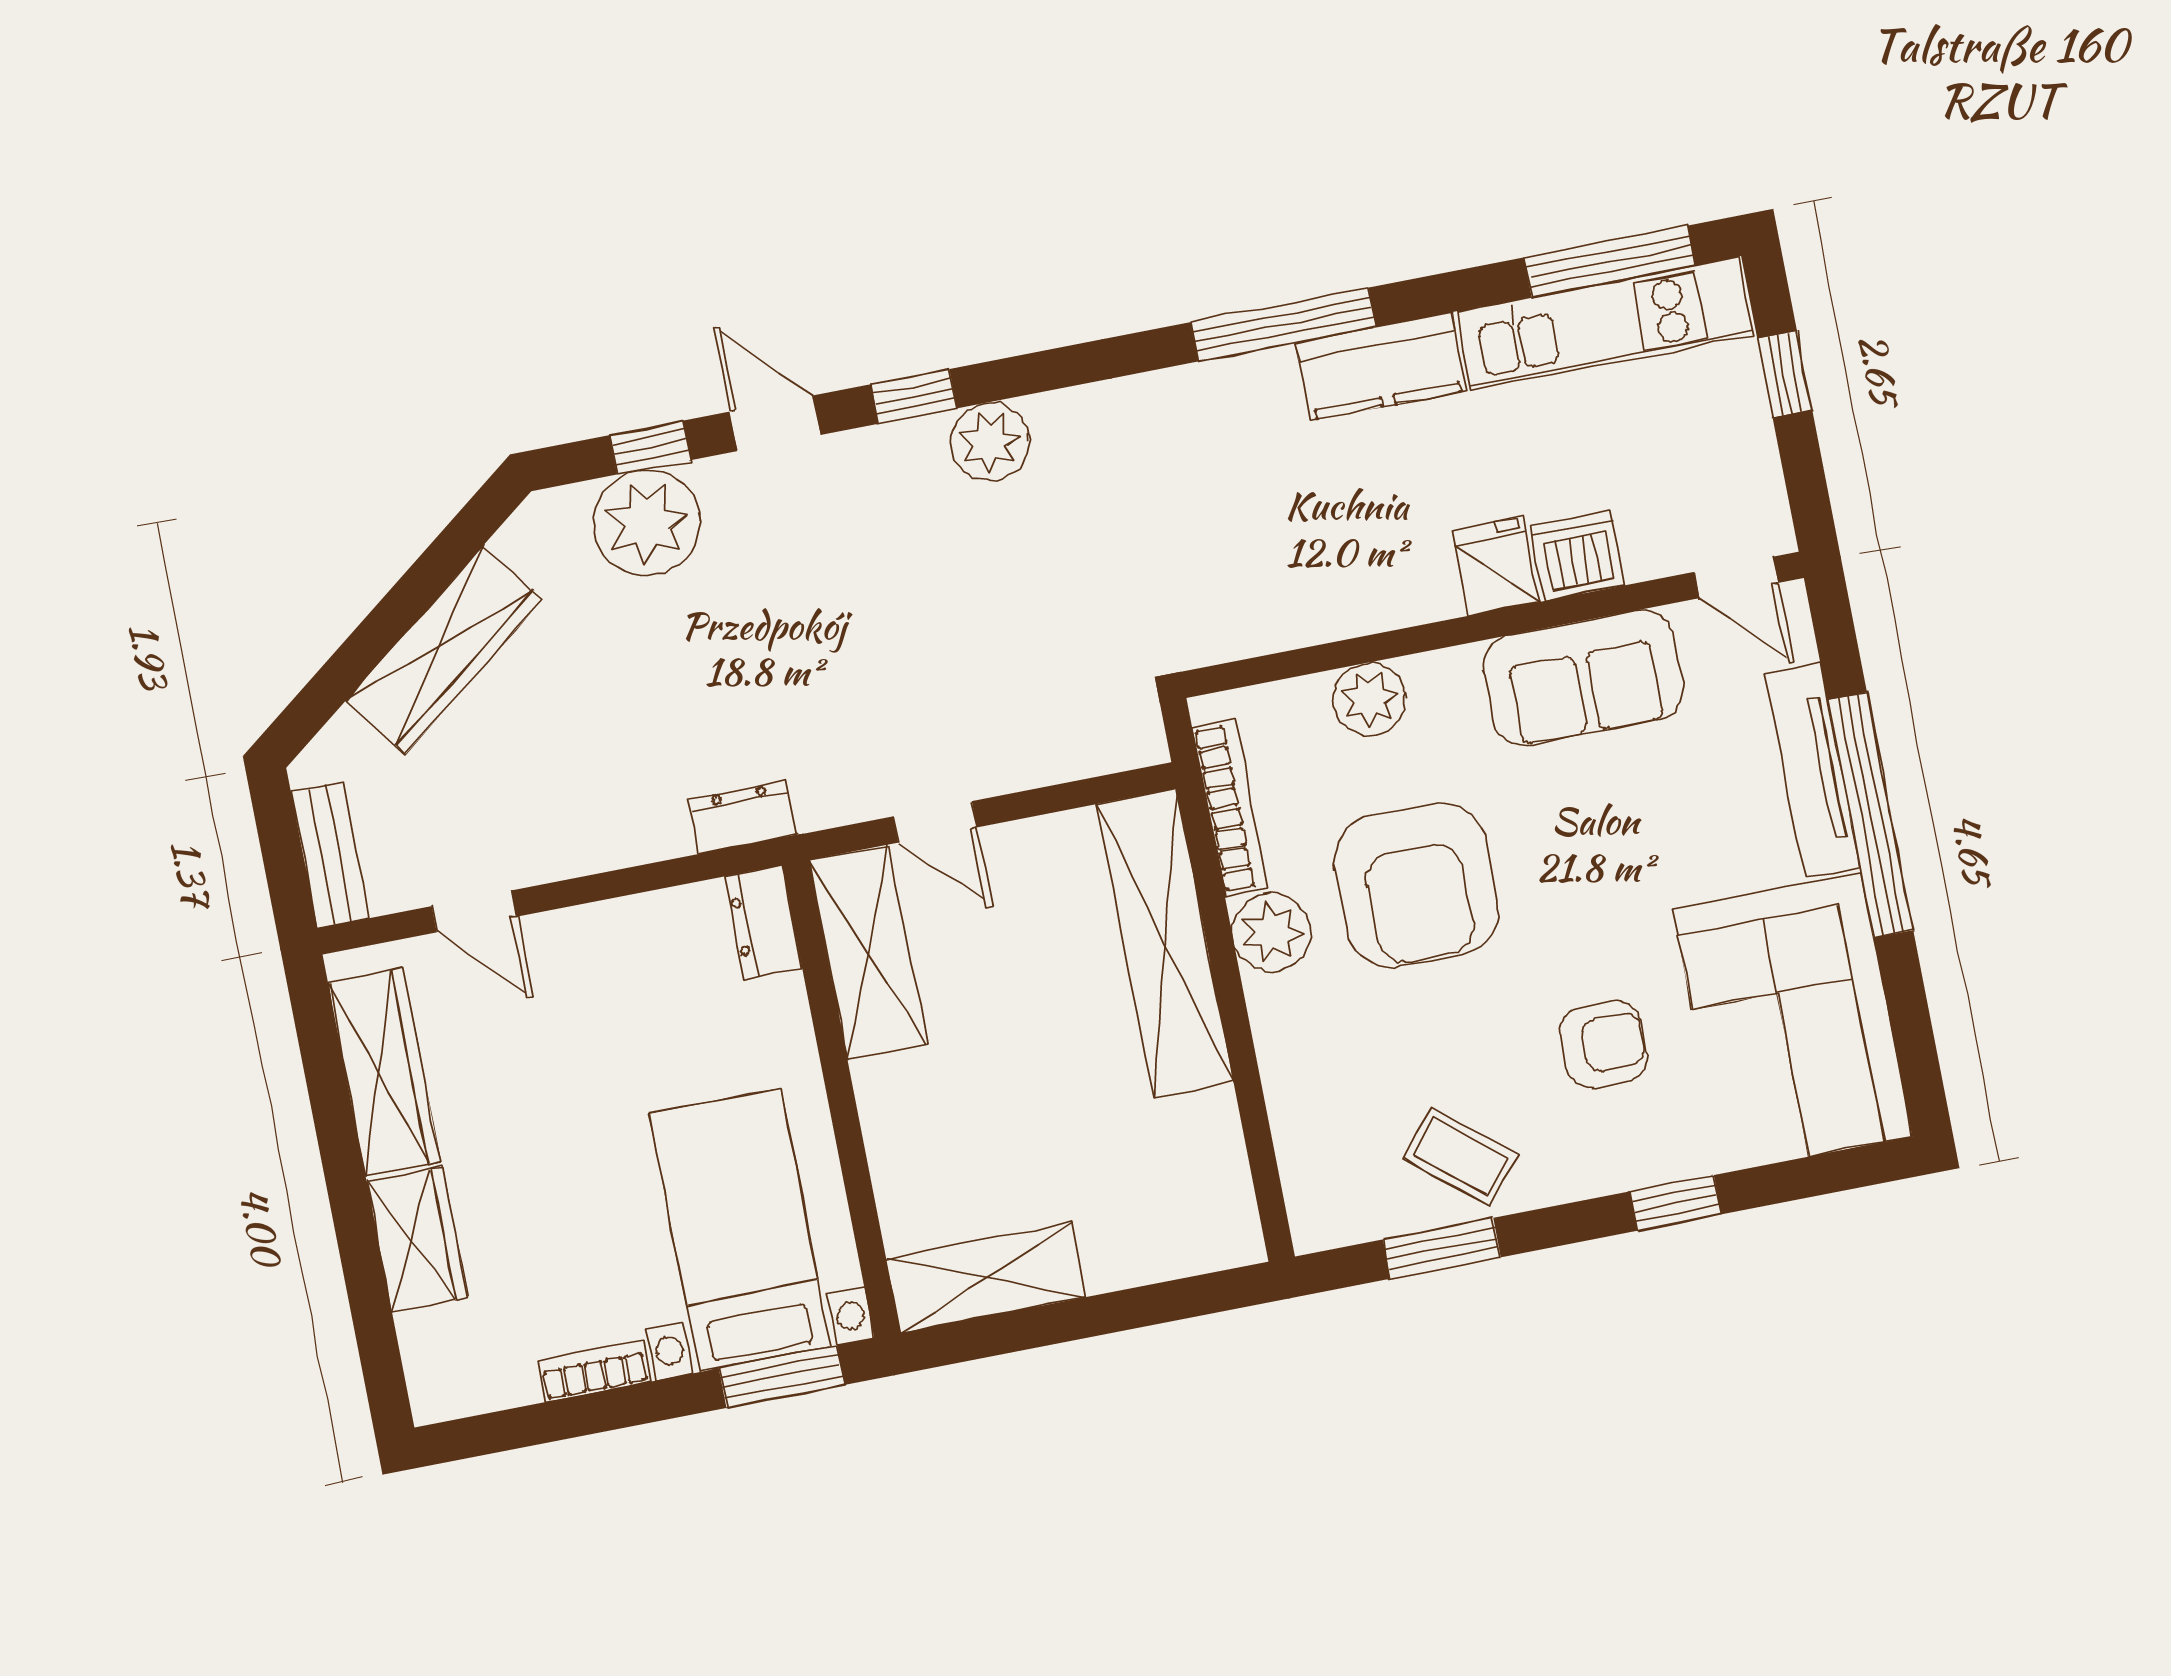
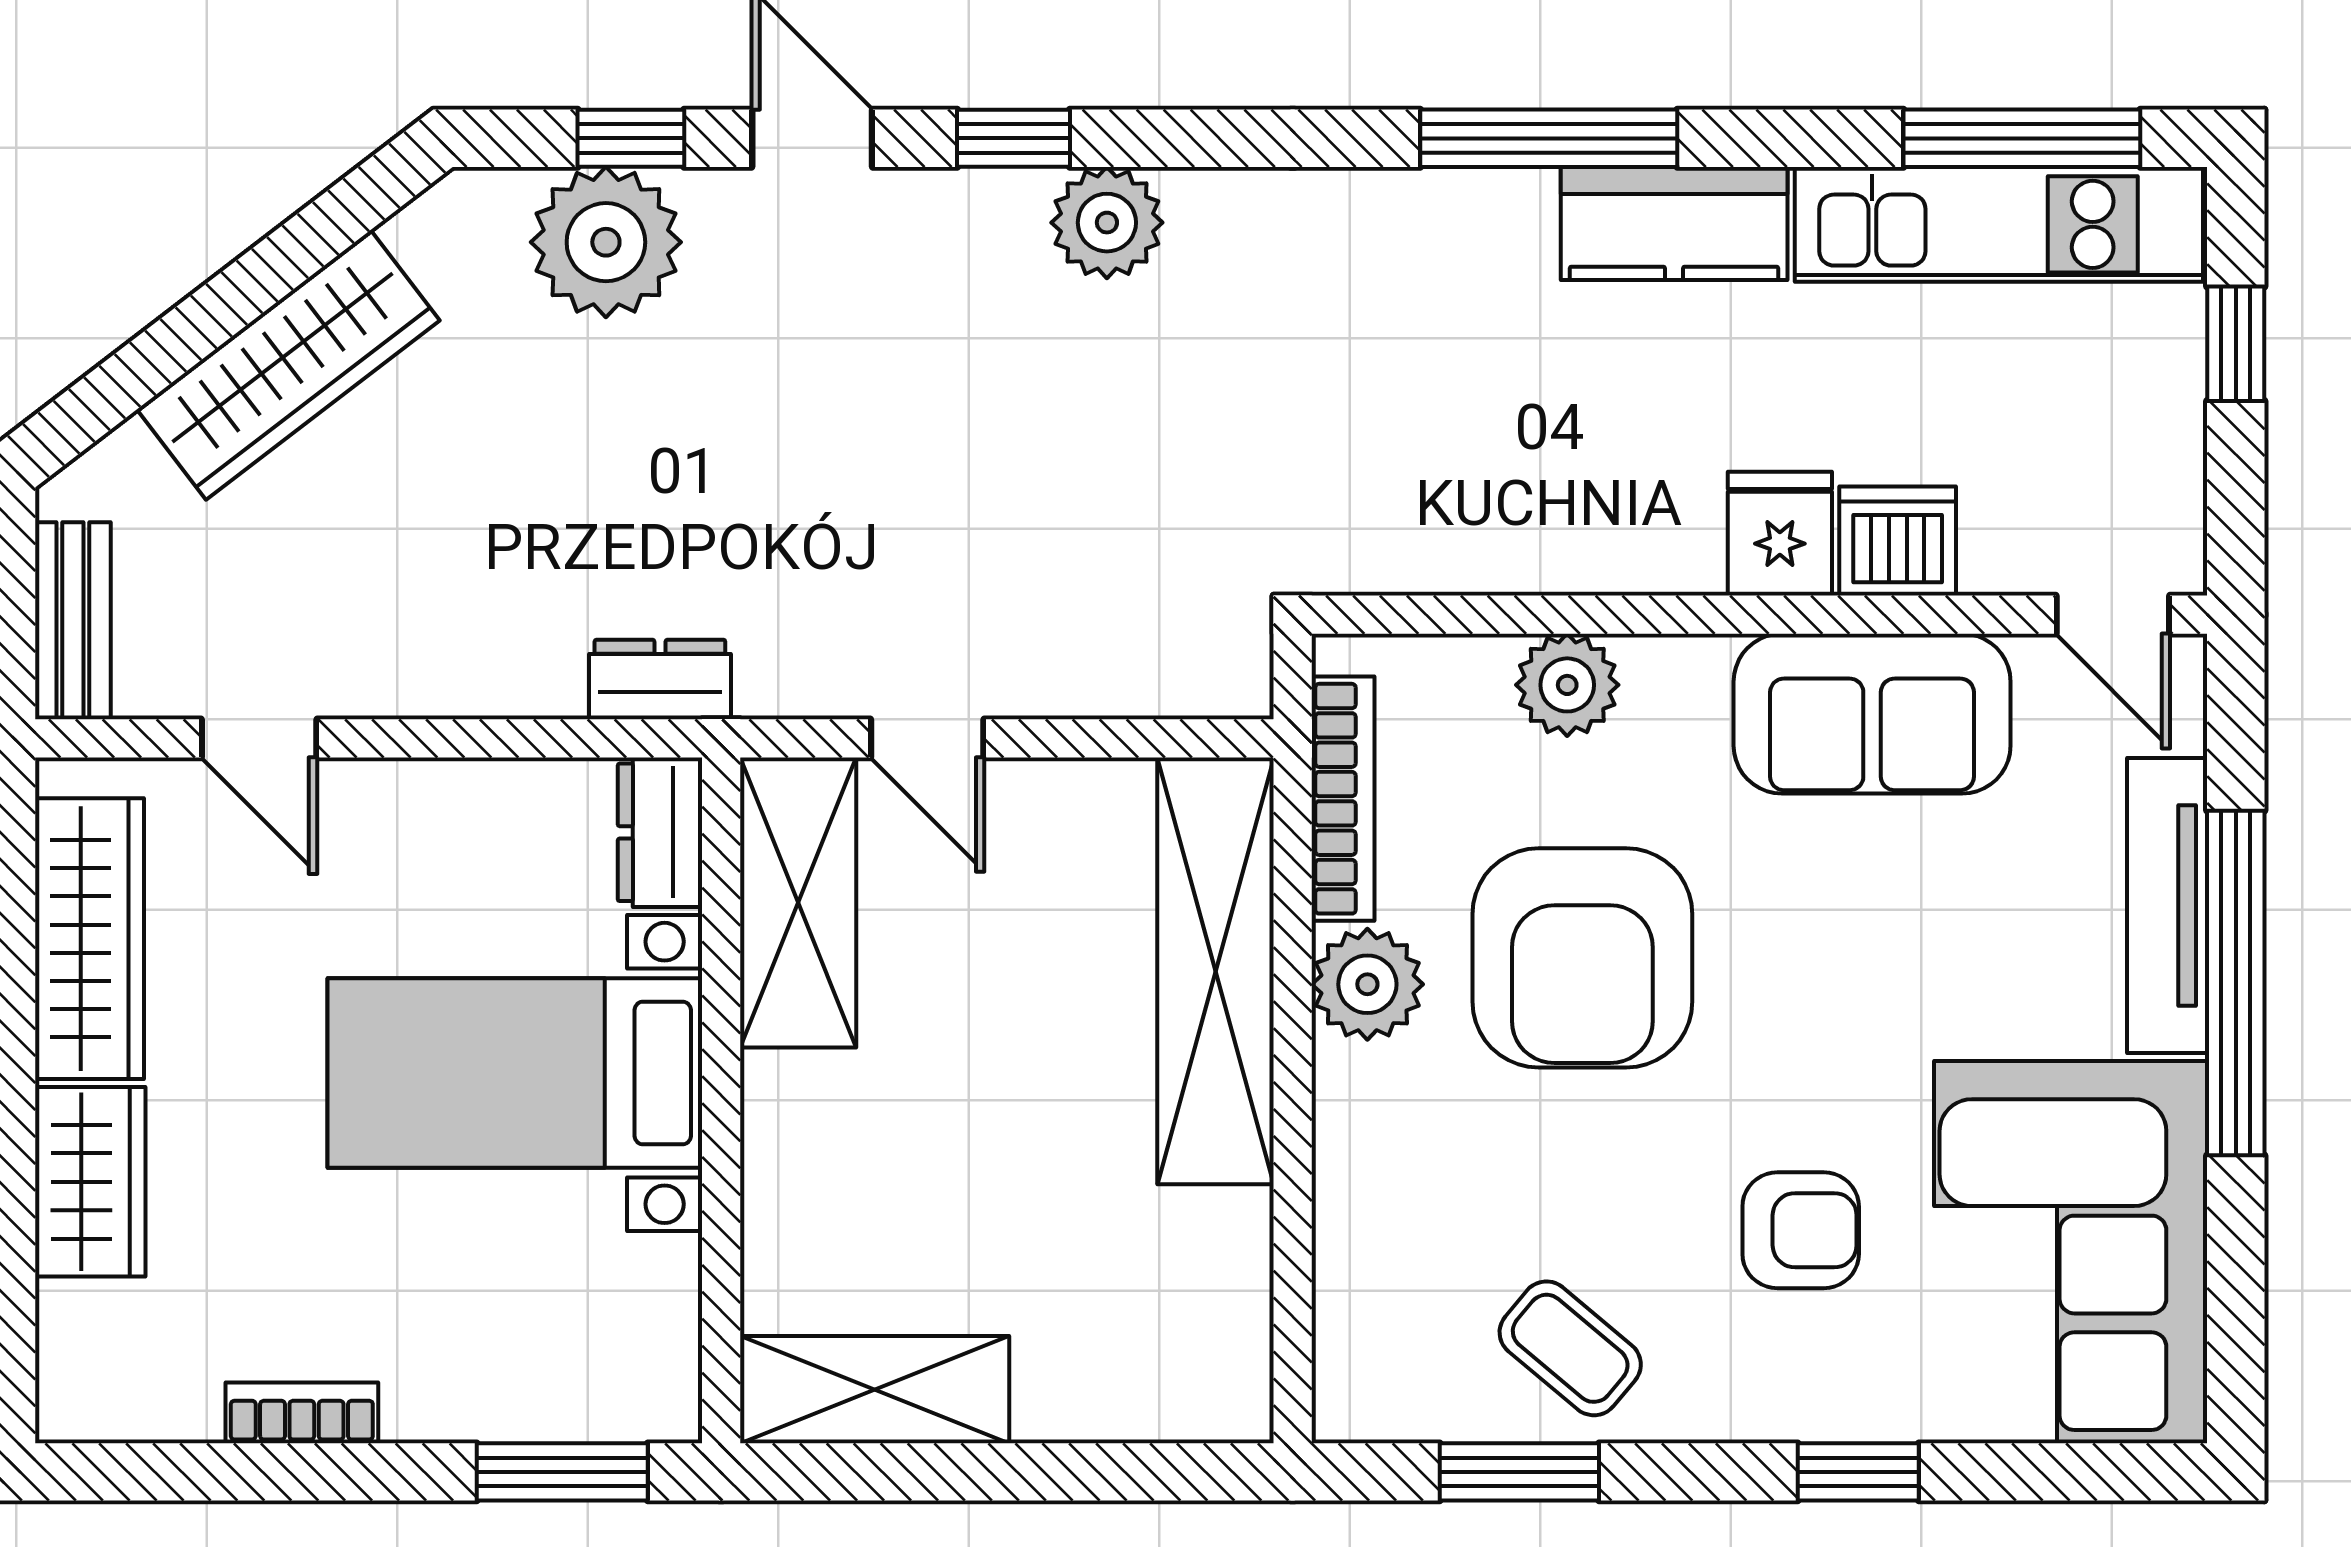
bed with nightstands: (740, 1230) -> (515, 1073), moved, turned -90

